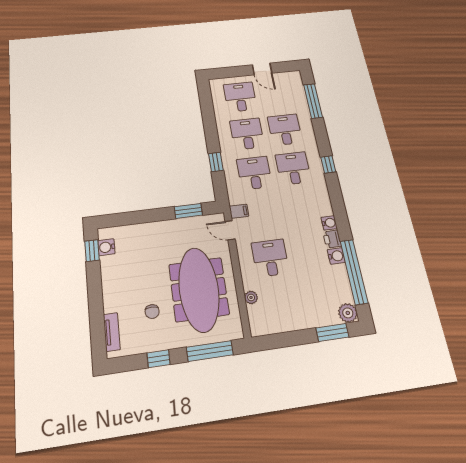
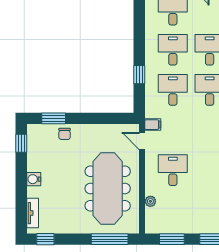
window: (188, 211) -> (54, 118), moved
water cooler: (106, 247) -> (34, 179), moved
chair: (152, 312) -> (65, 134), moved
window: (285, 340) -> (172, 239), added
window: (158, 359) -> (45, 239), moved

